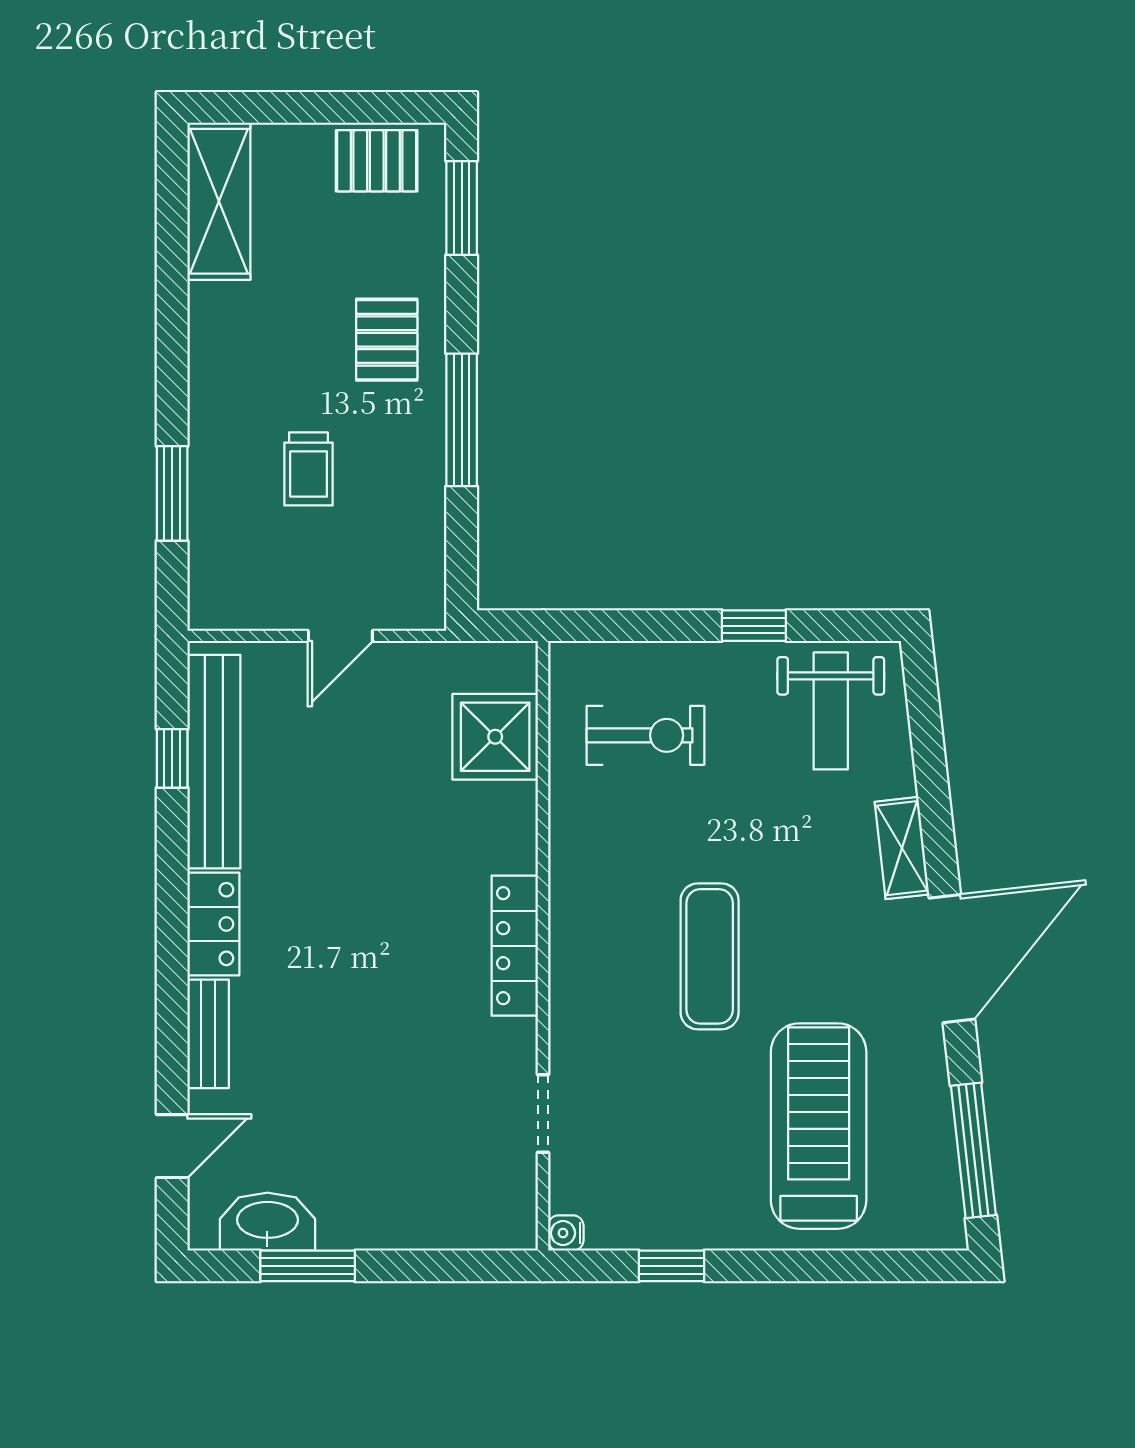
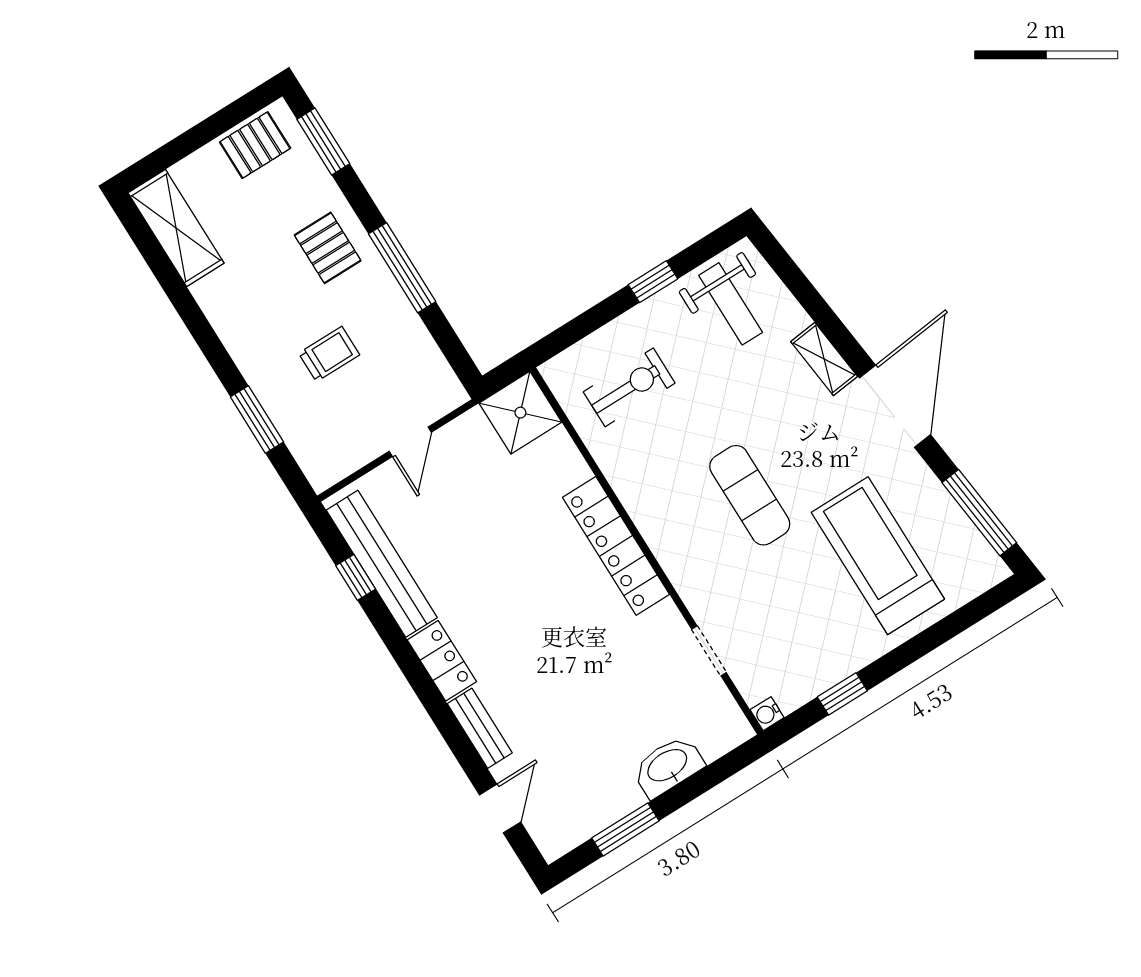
trolley: (309, 469) -> (329, 354), turned -90
shower: (495, 737) -> (520, 413), moved
locker: (515, 946) -> (616, 546), width x1.41, depth x1.21
washbasin: (267, 1222) -> (668, 766), moved

